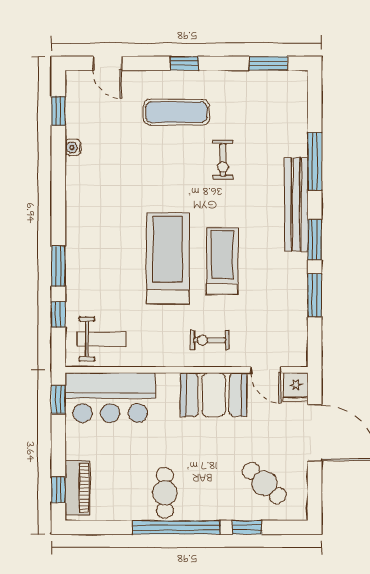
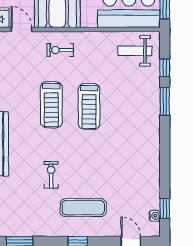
water cooler: (73, 147) -> (155, 216), moved
treadmill: (168, 258) -> (89, 107), width x0.73, depth x0.73
exercise bike: (210, 340) -> (60, 50), turned 180

